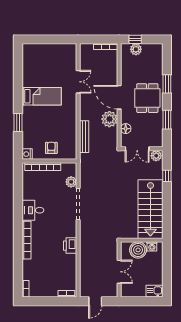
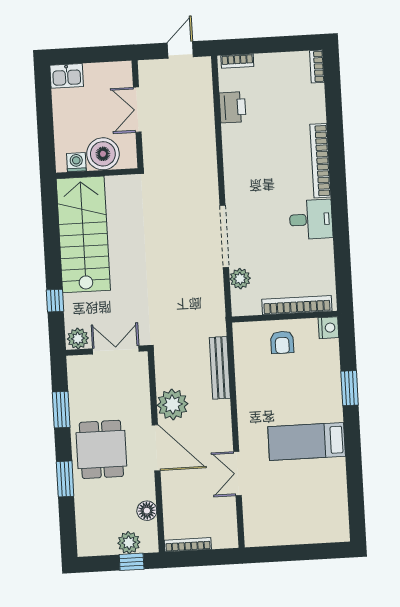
floor lamp: (126, 129) -> (147, 511), moved
printer: (70, 246) -> (233, 107), moved

